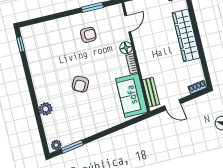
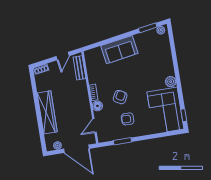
corner sofa: (43, 48) -> (165, 111), added
armchair: (80, 84) -> (120, 97), moved
sofa: (132, 95) -> (119, 50), moved, turned 81
door: (173, 105) -> (63, 56), swing flipped
plant: (46, 109) -> (171, 82), moved

